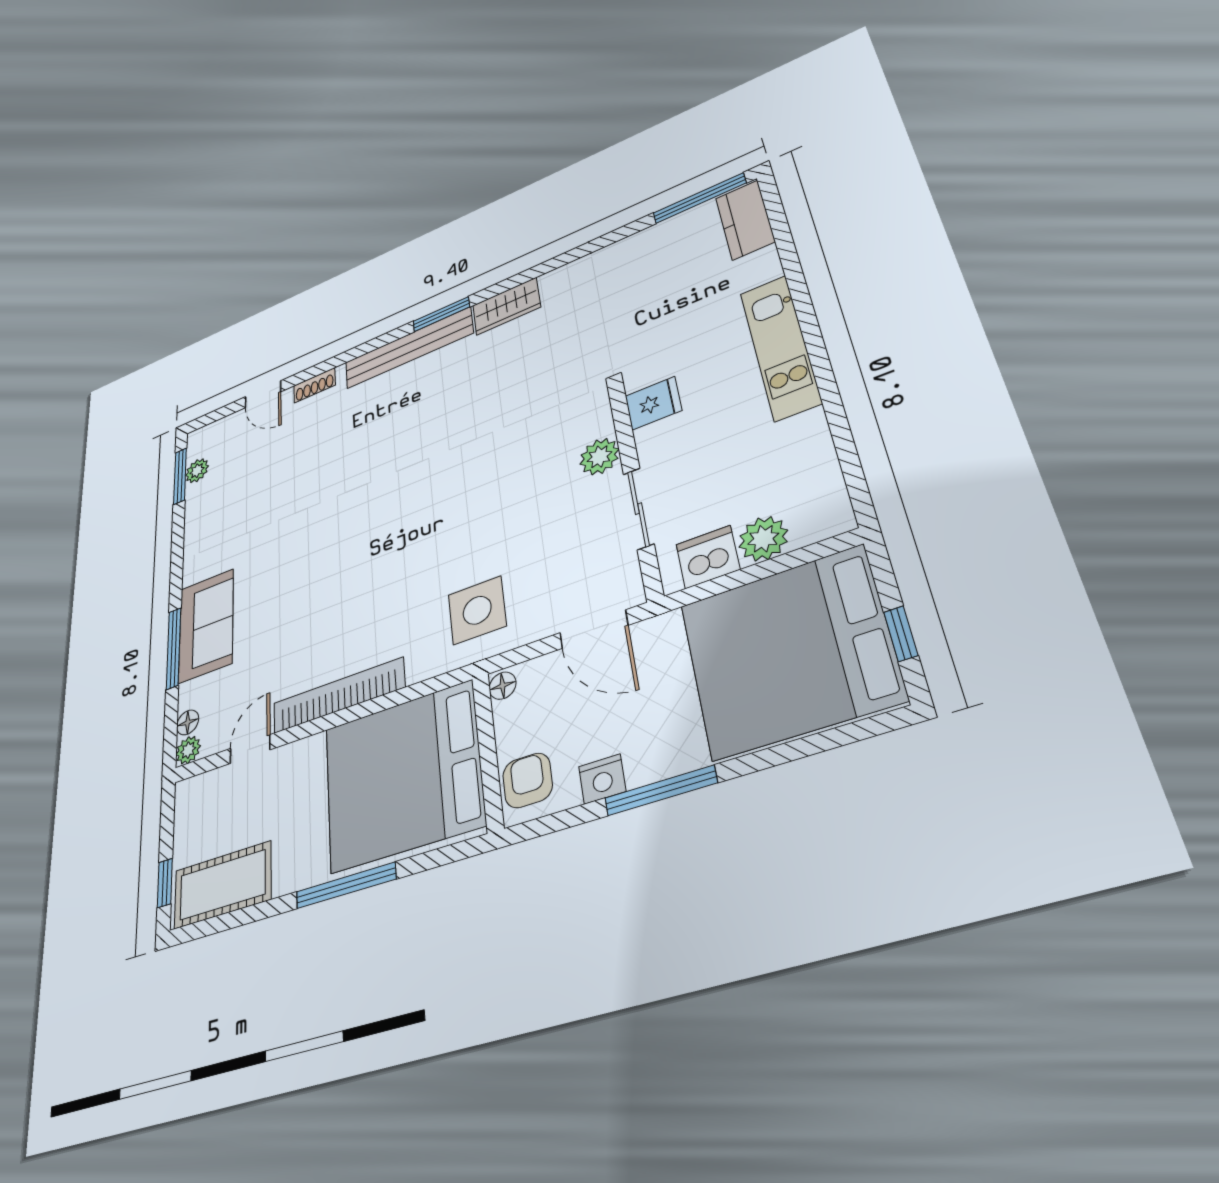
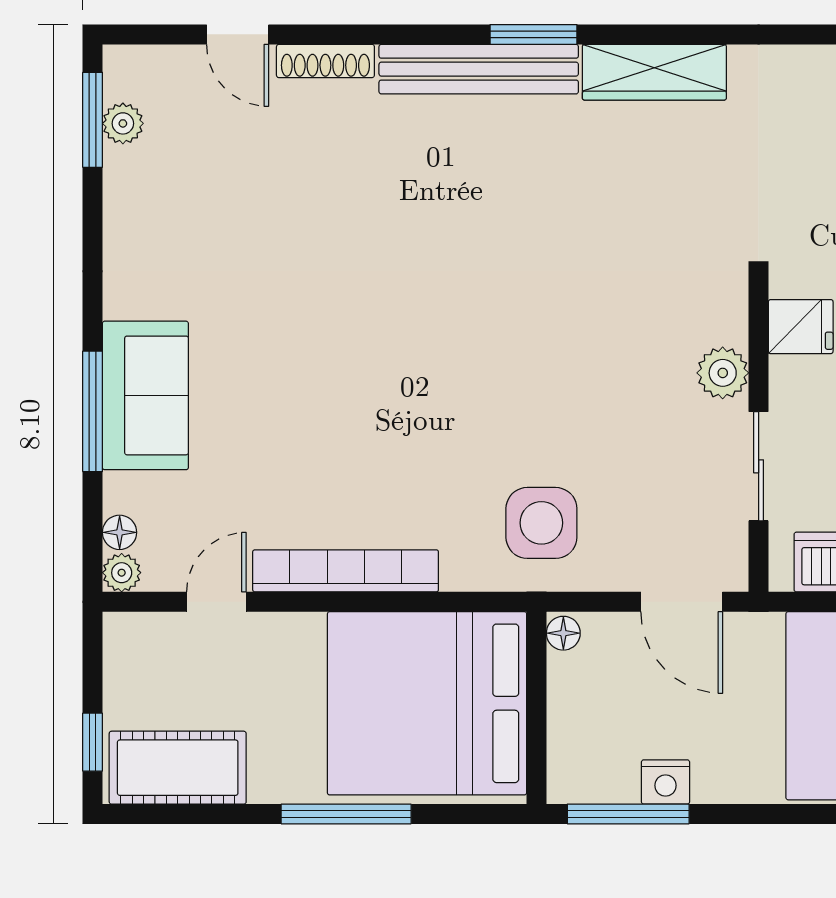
wardrobe: (506, 306) -> (654, 72), width x1.50
shoe rack: (314, 385) -> (325, 61), width x1.43
armchair: (528, 780) -> (580, 757), removed
window: (661, 790) -> (628, 814), moved

